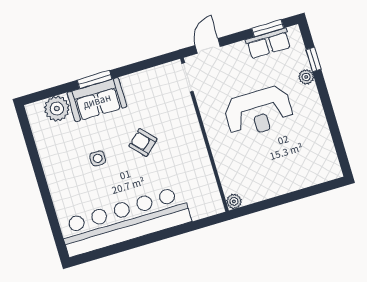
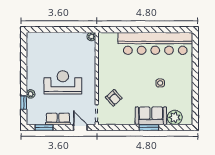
row of seats: (268, 43) -> (58, 119), moved
door: (208, 46) -> (80, 127), swing flipped
armchair: (143, 143) -> (114, 98), moved

